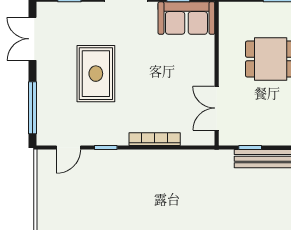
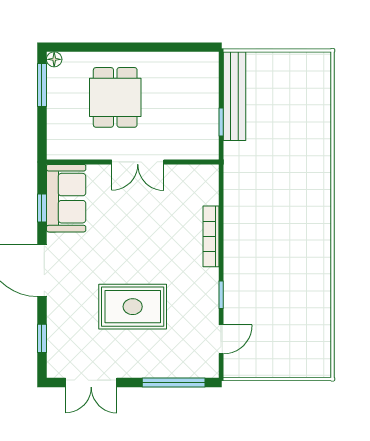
double door: (217, 108) -> (138, 162), moved
door: (68, 148) -> (221, 339), hinge flipped

